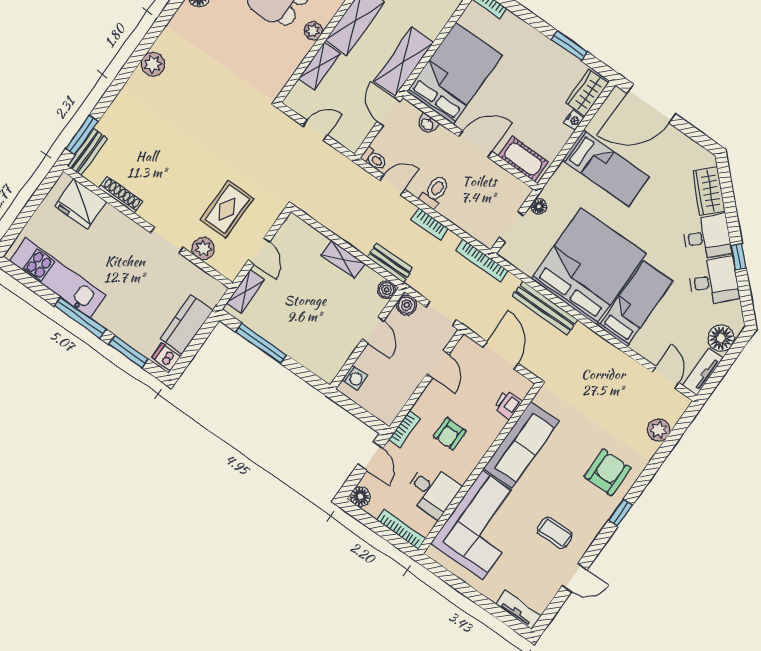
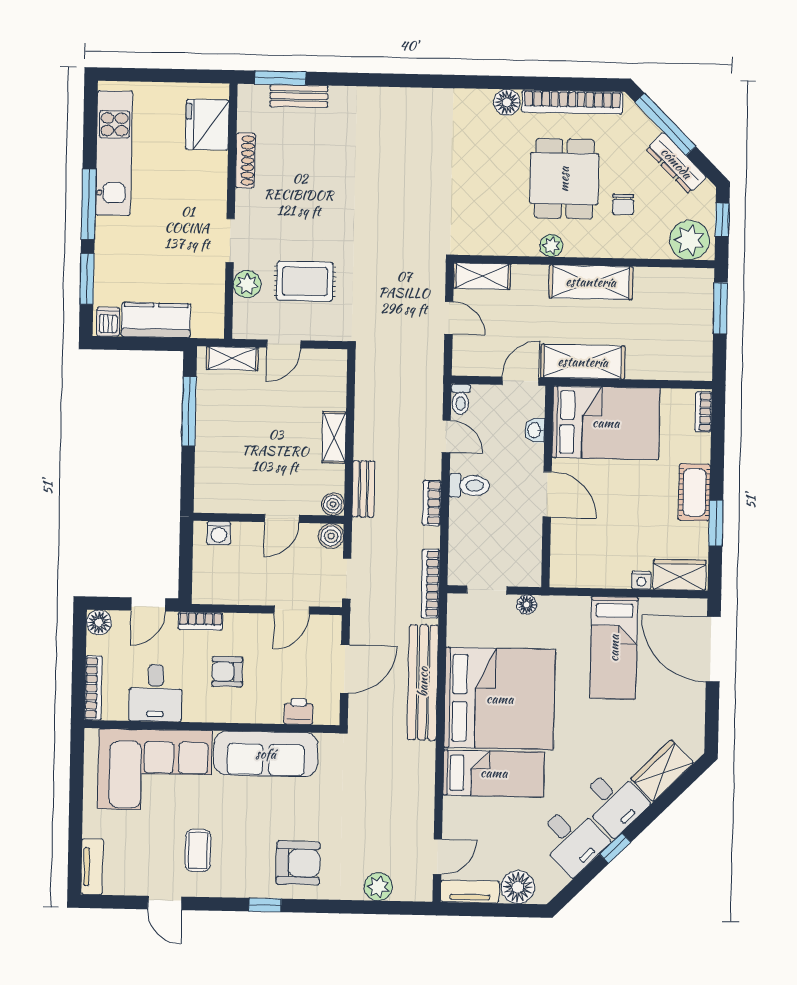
plant: (153, 64) -> (404, 102), removed
shelving: (319, 66) -> (482, 276), moved
bench: (87, 152) -> (299, 96), moved
cot: (523, 159) -> (694, 492), moved
bench: (545, 308) -> (423, 682), width x1.37, depth x1.21

